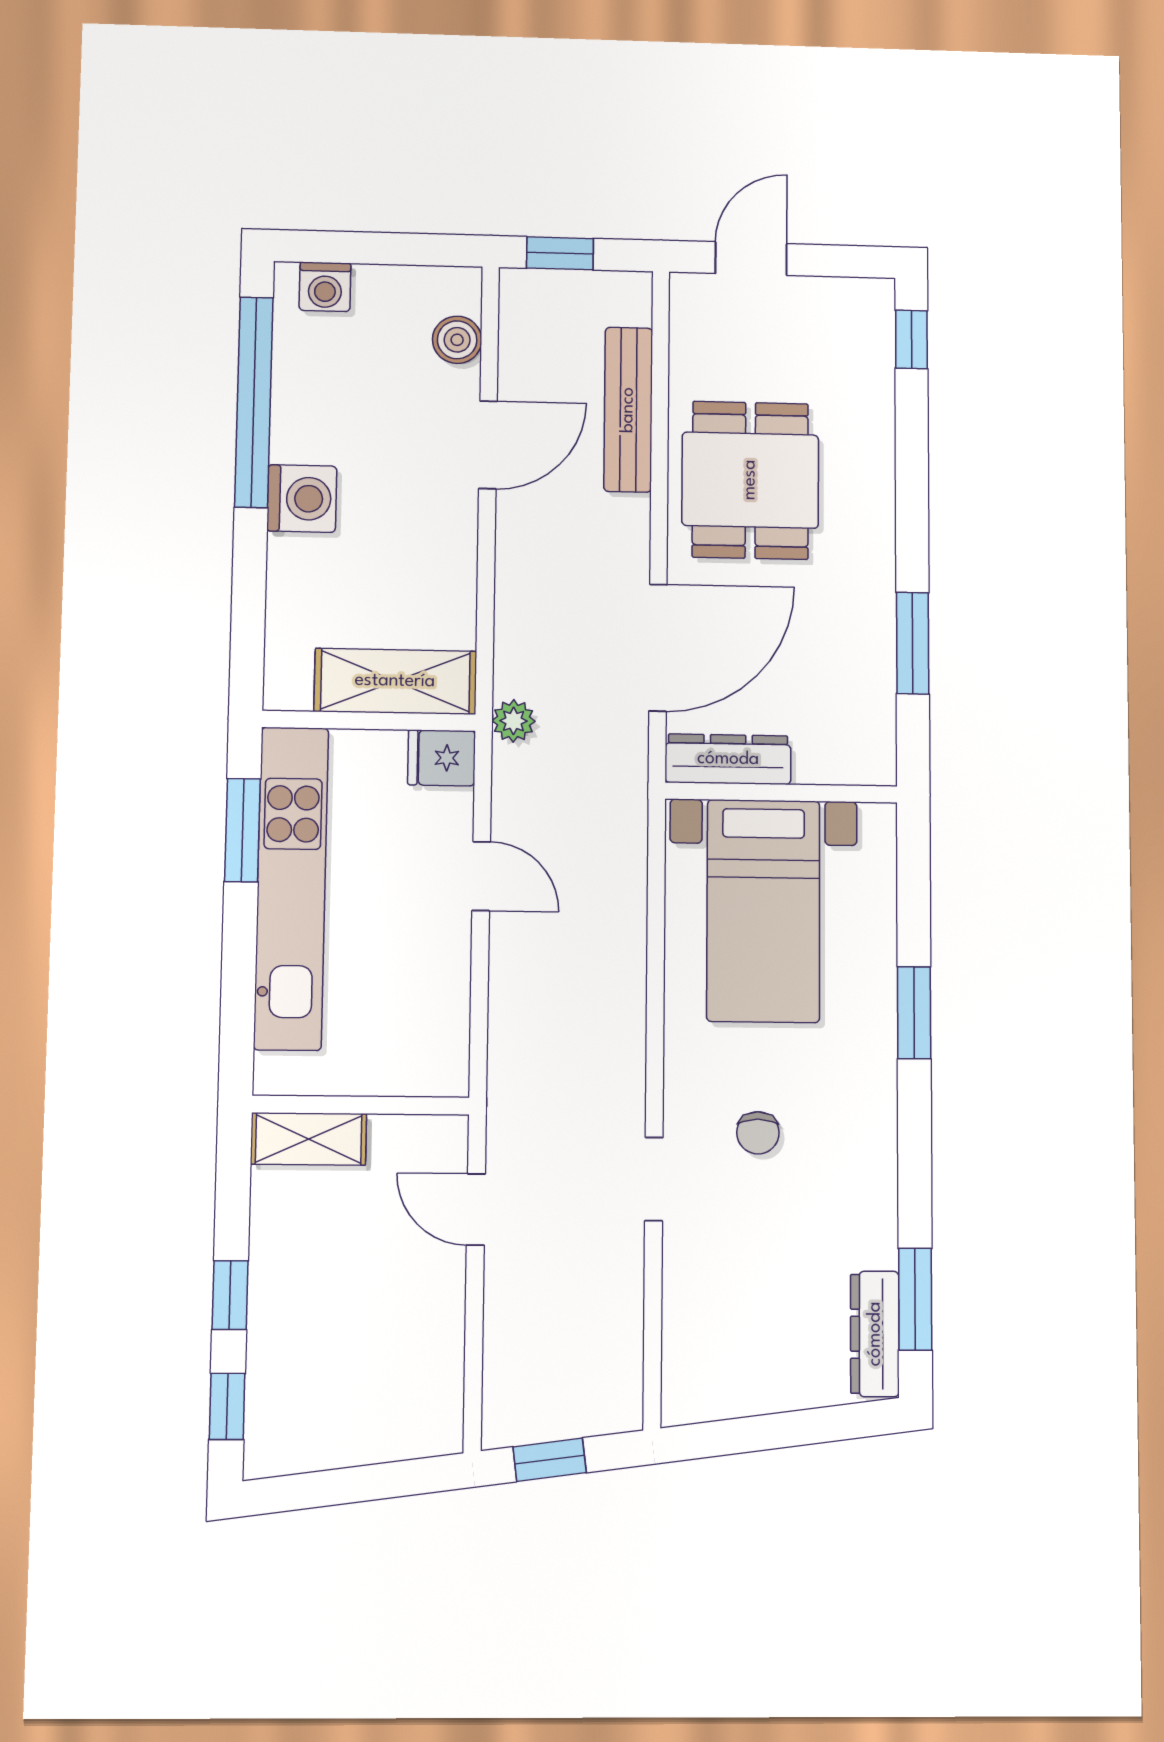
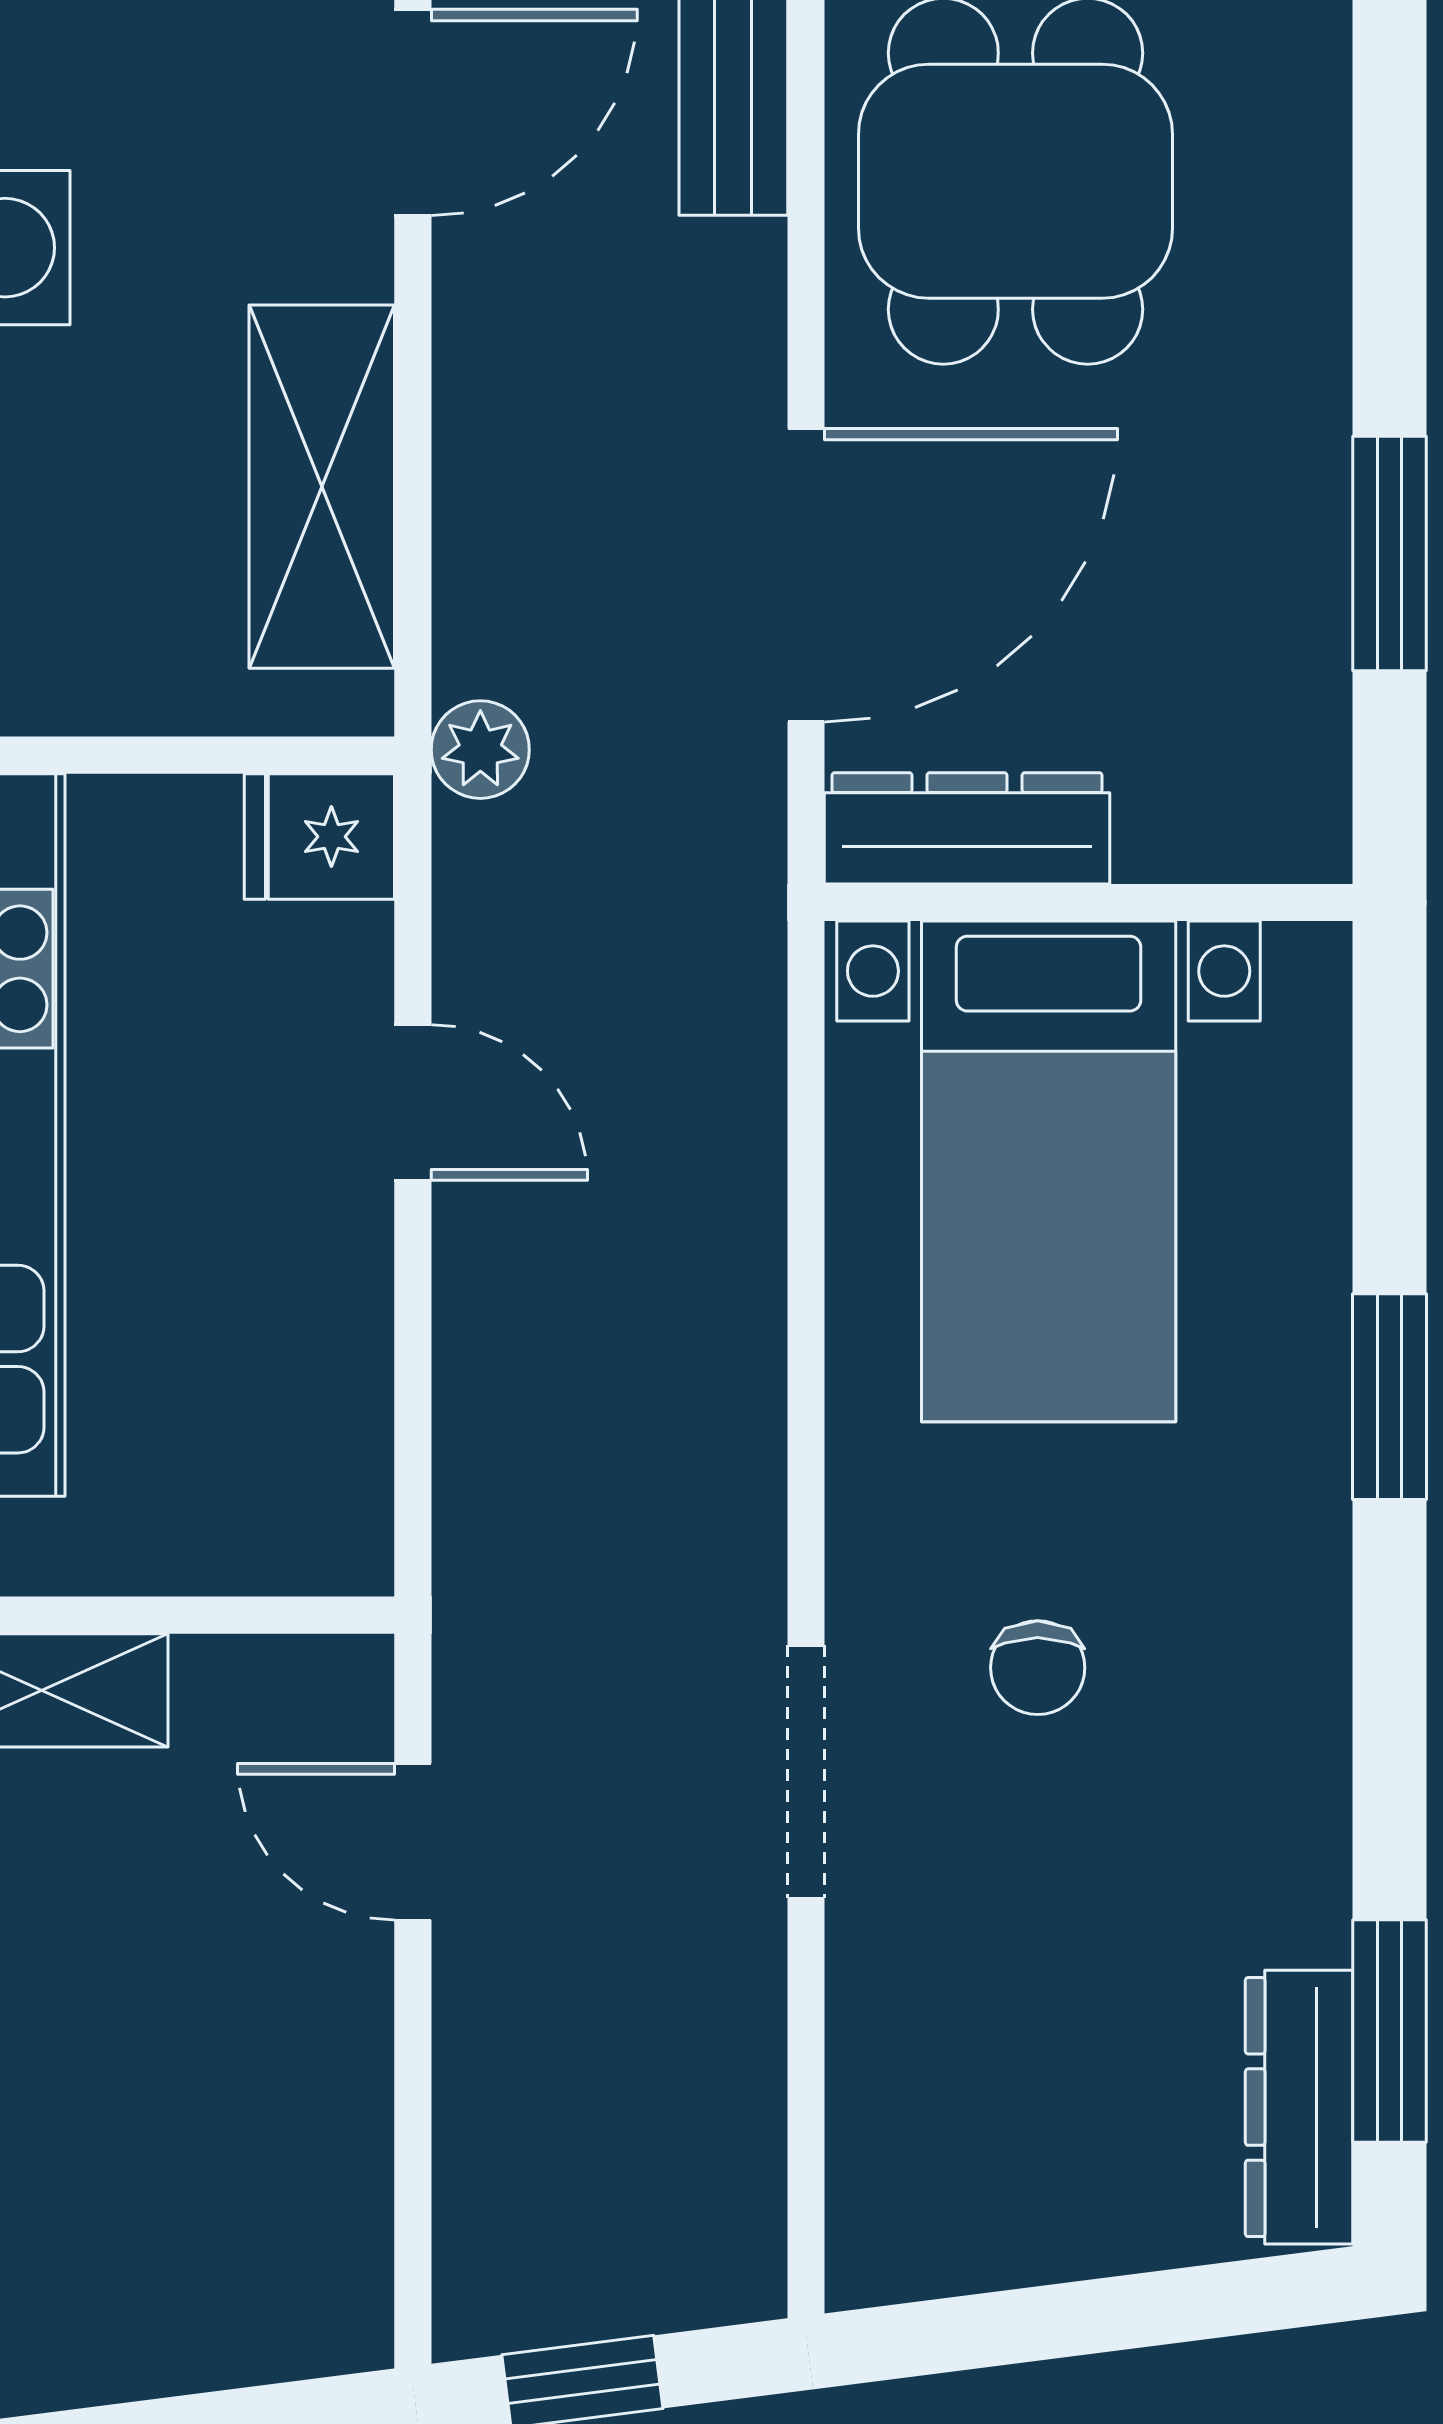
shelving: (395, 681) -> (322, 487), moved, turned 90
doorway: (654, 1179) -> (806, 1772), width x1.38

